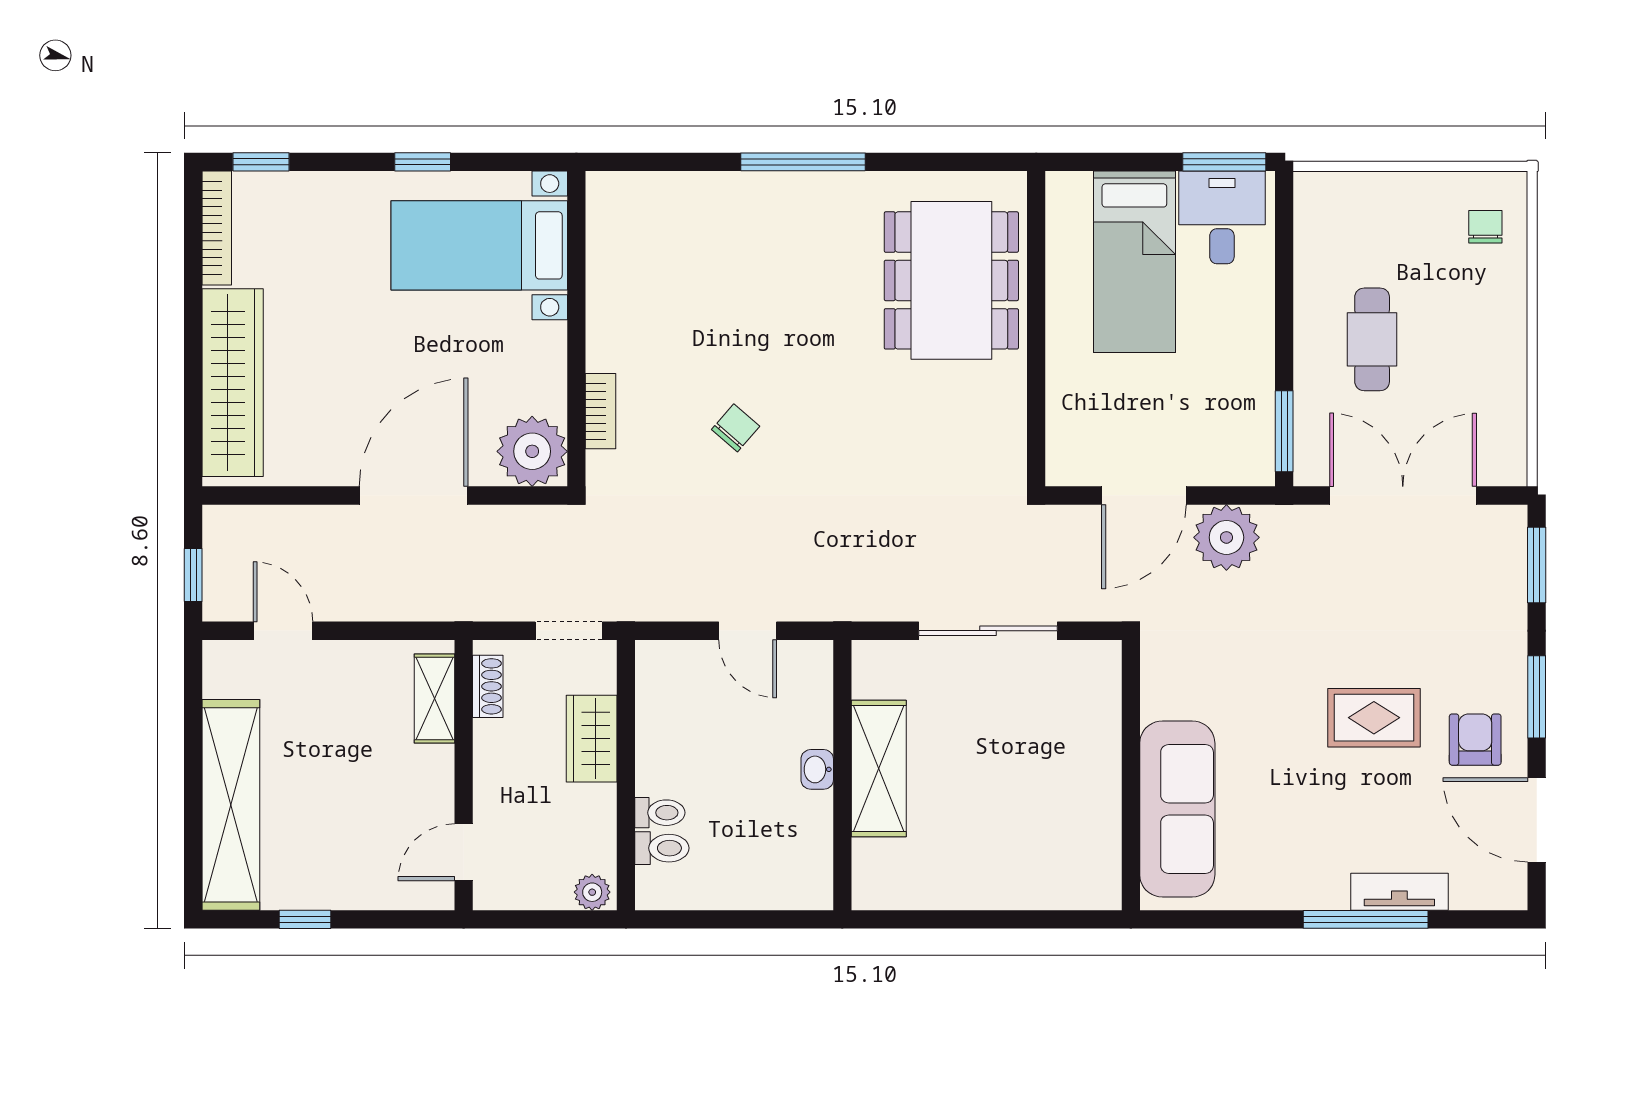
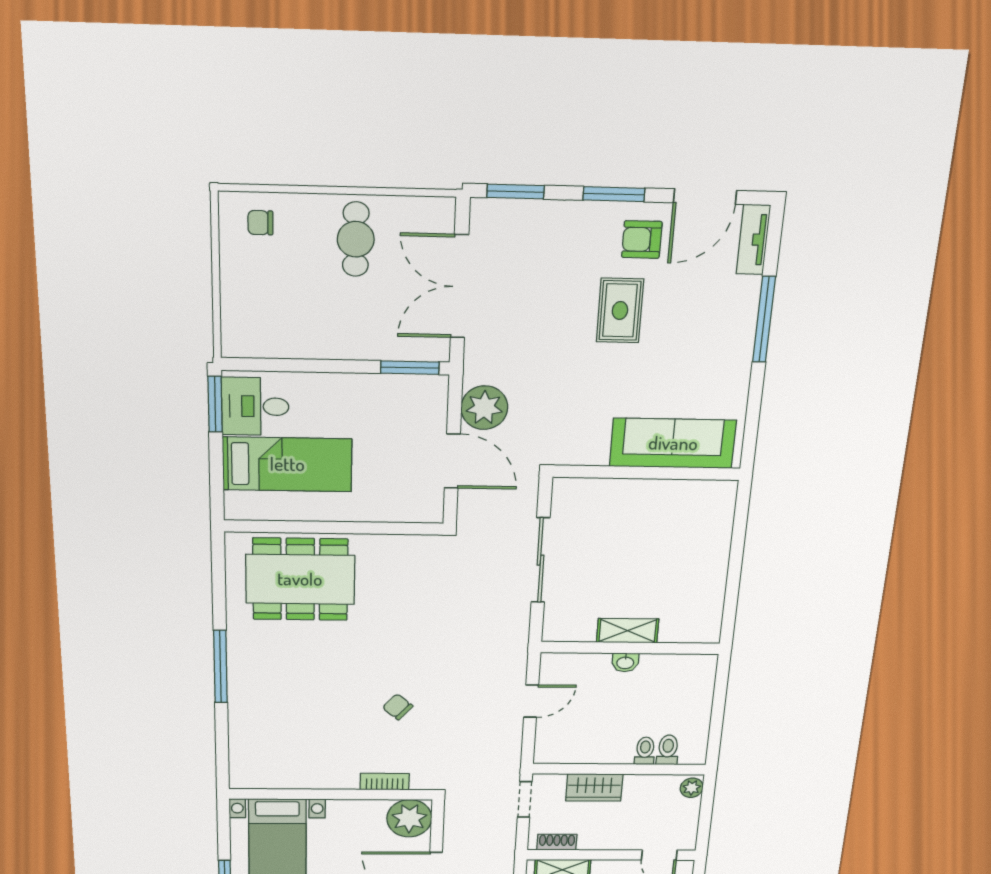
cafe table: (1372, 339) -> (356, 239), moved, turned 90
shelving: (879, 769) -> (628, 631), width x0.67, depth x0.75
tv unit: (1399, 892) -> (753, 240), moved

